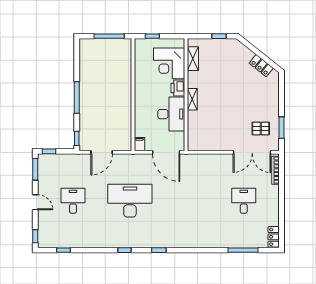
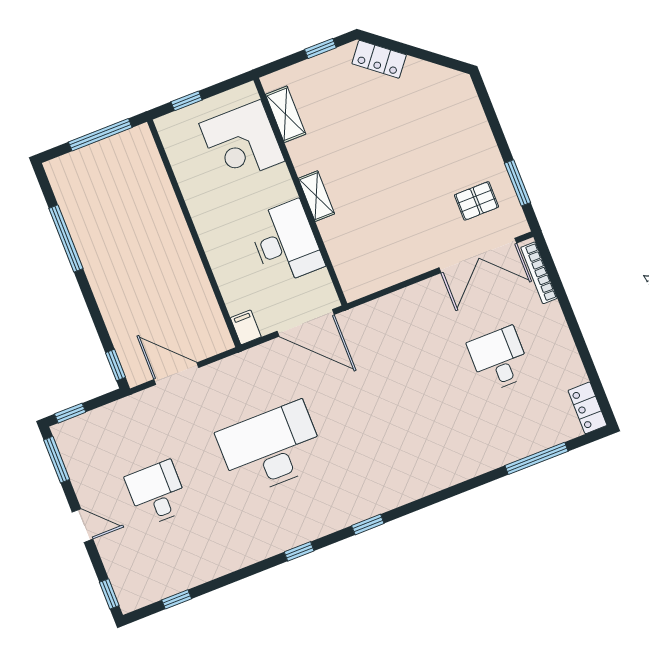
locker: (261, 66) -> (379, 59), moved
printer: (178, 88) -> (279, 185), removed
window: (77, 98) -> (66, 238), moved
door: (102, 152) -> (176, 374), swing flipped

